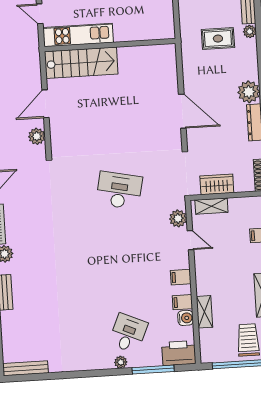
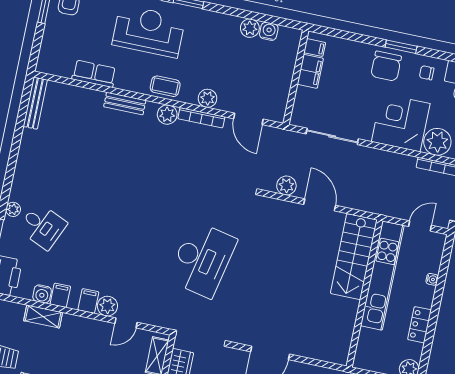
kitchen unit: (78, 35) -> (382, 276), width x1.36
desk: (119, 190) -> (202, 260), width x1.36, depth x1.30
plant: (178, 218) -> (107, 306), moved

